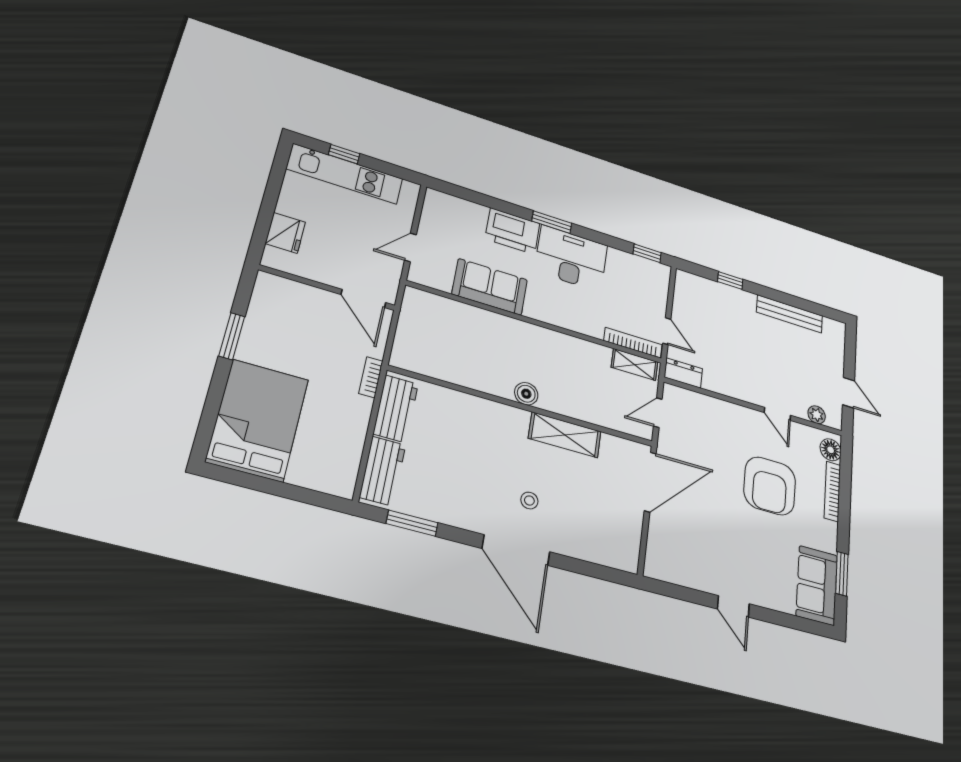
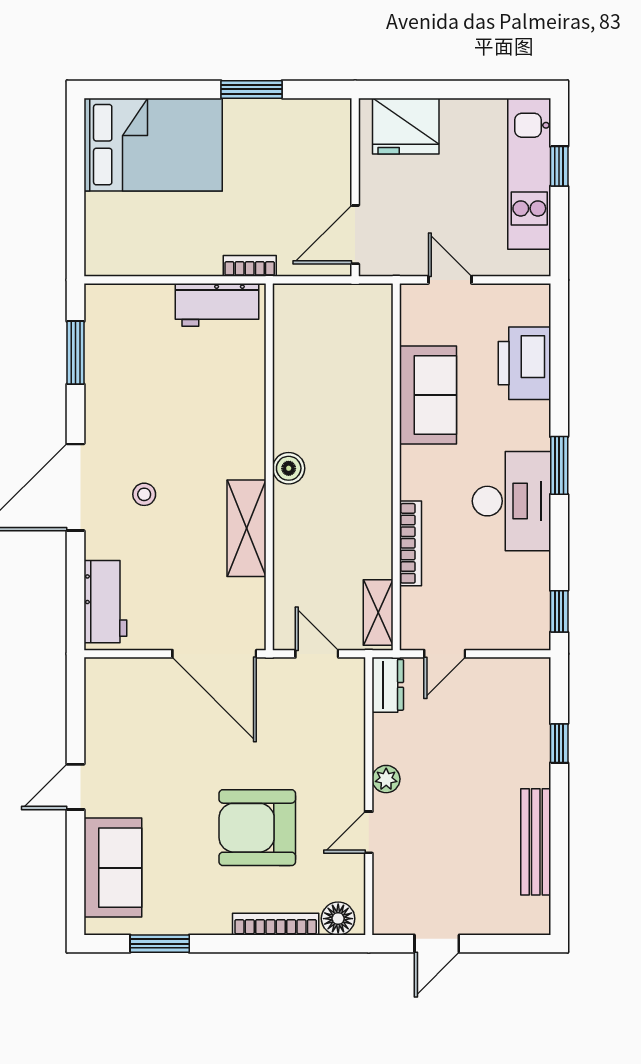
printer: (512, 231) -> (525, 363), moved
fridge: (285, 233) -> (406, 126), width x1.36, depth x1.34
bookcase: (633, 343) -> (411, 543), moved
plant: (817, 415) -> (386, 779), moved
workbench: (383, 471) -> (105, 602), moved, turned -90
sofa: (817, 585) -> (113, 868), moved, turned 90

